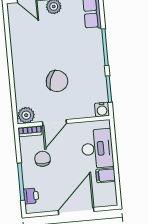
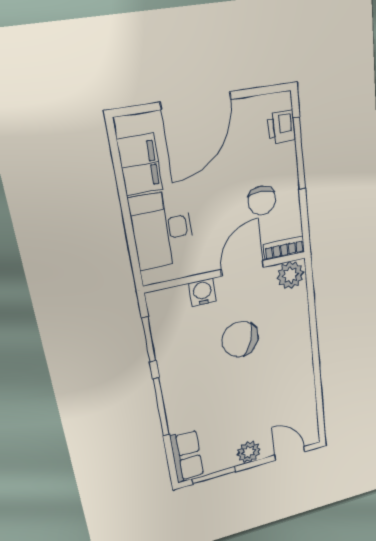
water cooler: (102, 110) -> (203, 292), moved
filing cabinet: (106, 175) -> (140, 165), width x2.00

